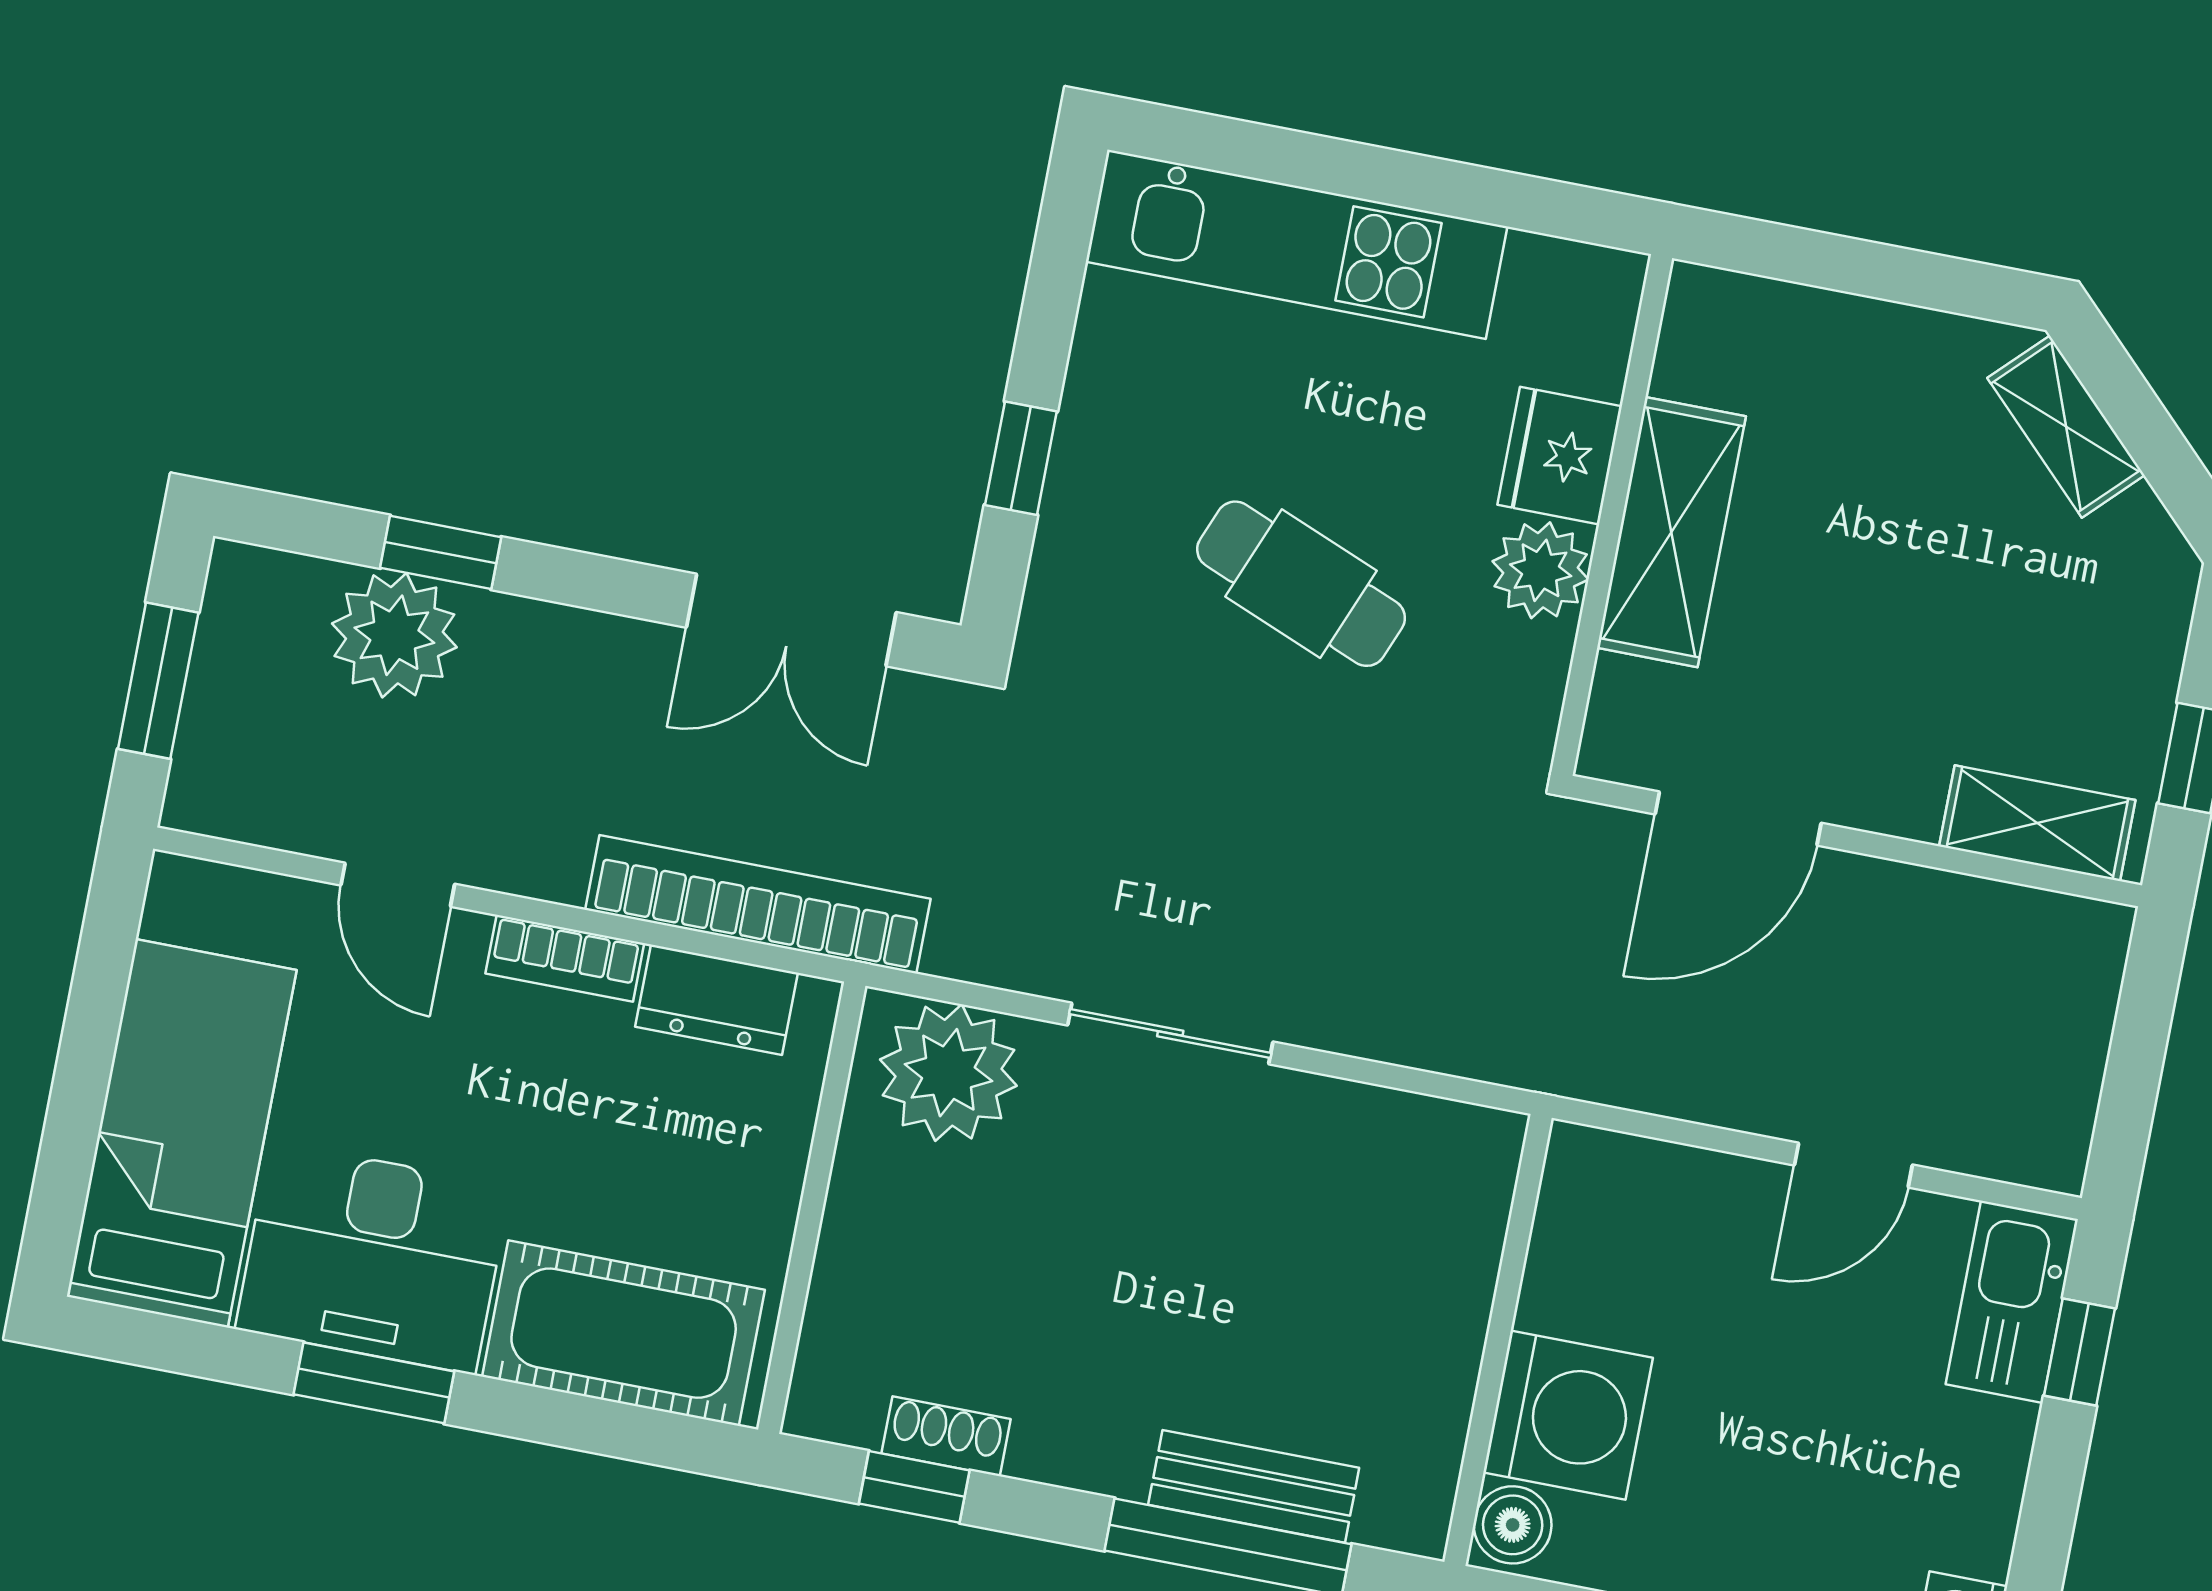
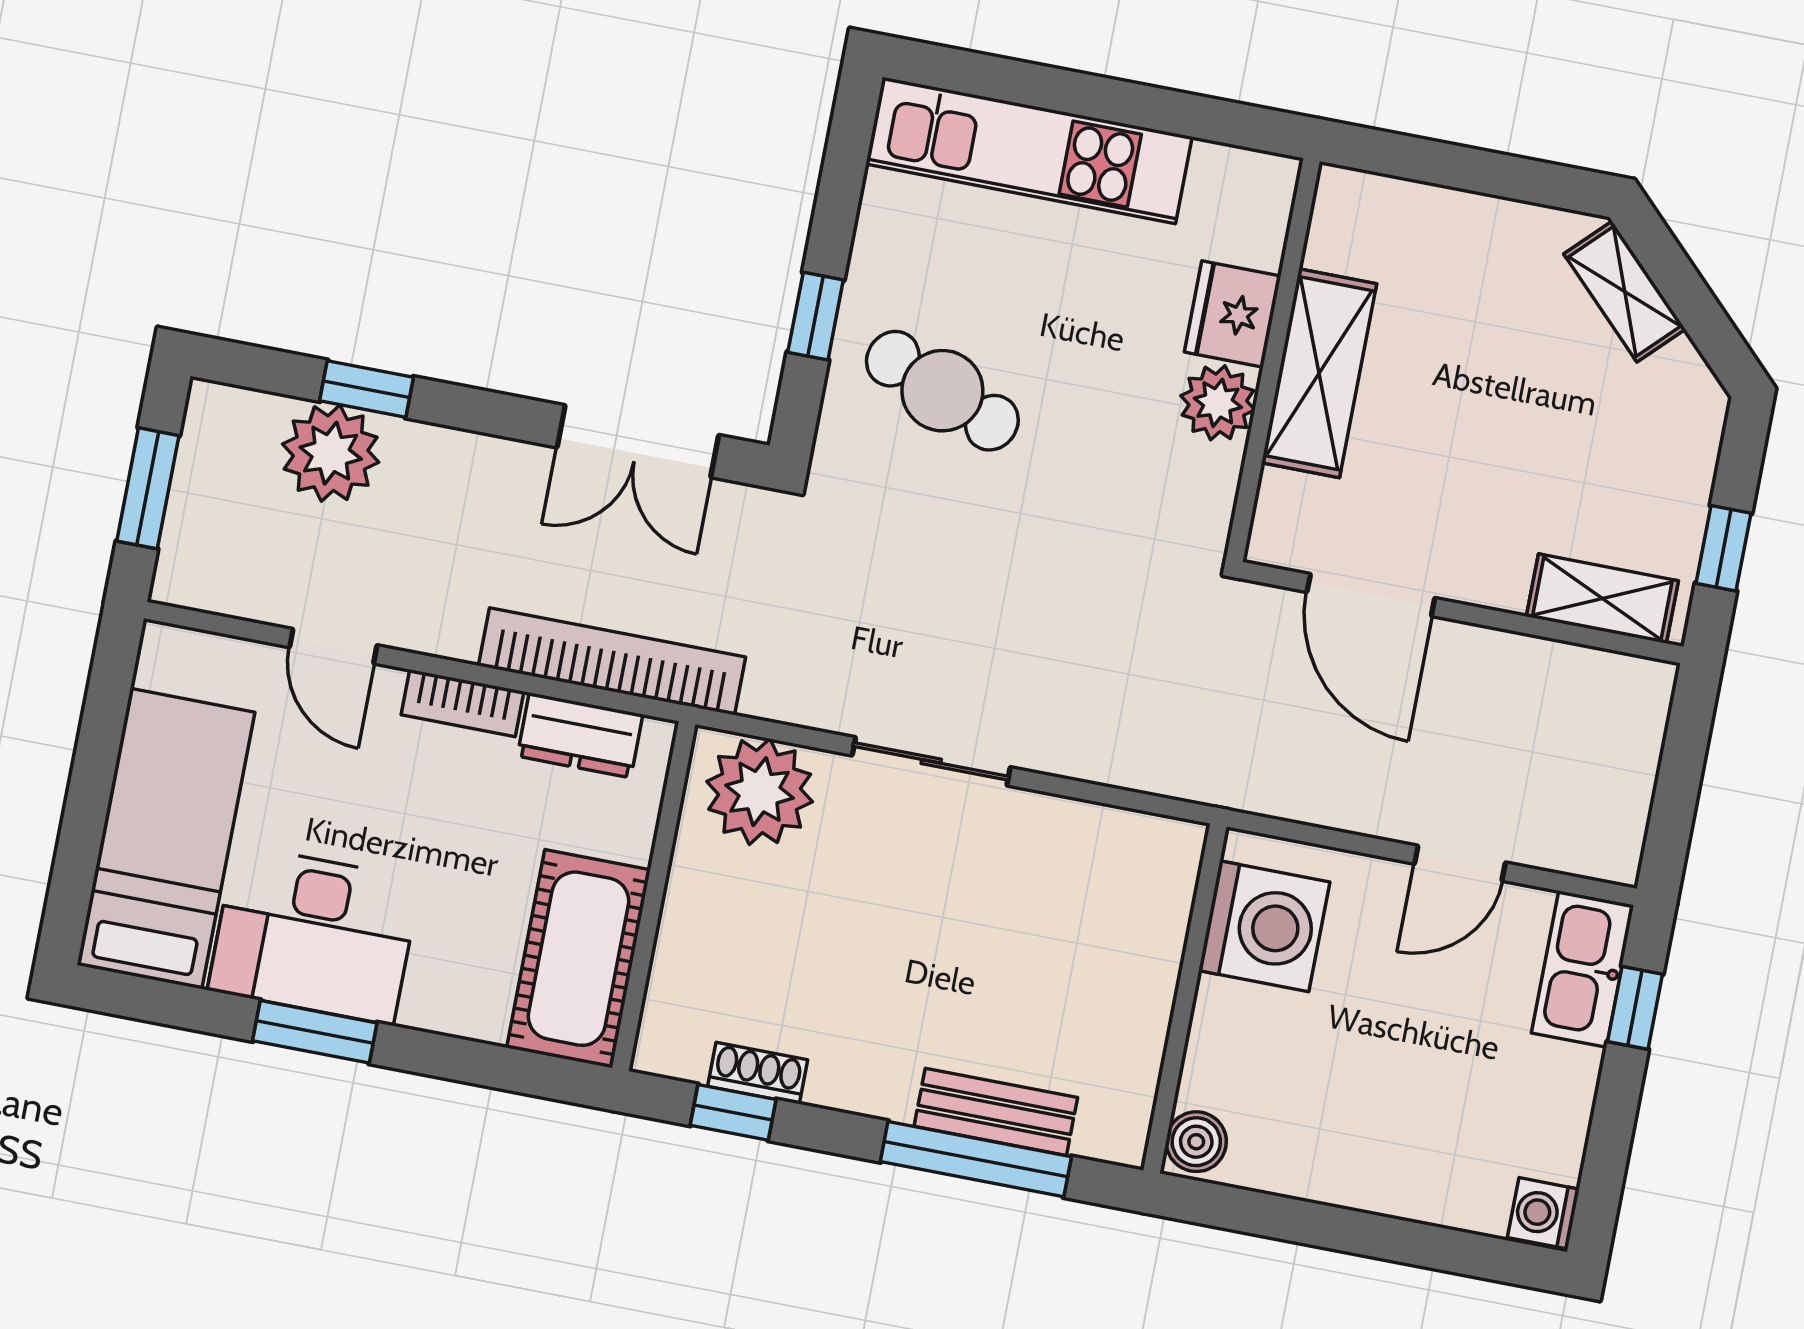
cafe table: (1301, 584) -> (942, 391), moved
door: (1738, 819) -> (1371, 595), hinge flipped
cot: (624, 1333) -> (579, 959), moved, turned 90
washing machine: (1568, 1415) -> (1264, 926), moved

